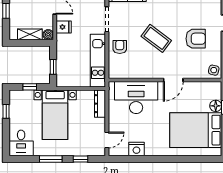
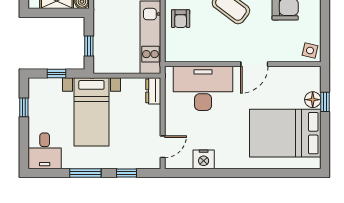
armchair: (120, 47) -> (181, 19), turned 180
dresser: (100, 104) -> (153, 91), width x0.70

